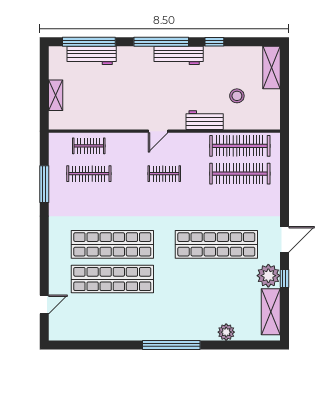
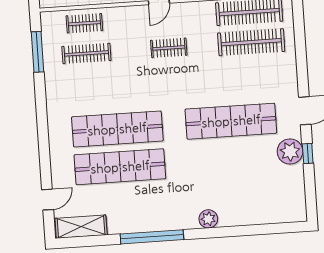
window: (44, 184) -> (37, 52), moved
shelving: (271, 312) -> (81, 227), moved, turned 90
plant: (226, 332) -> (208, 219), moved
window: (171, 345) -> (152, 237), moved

